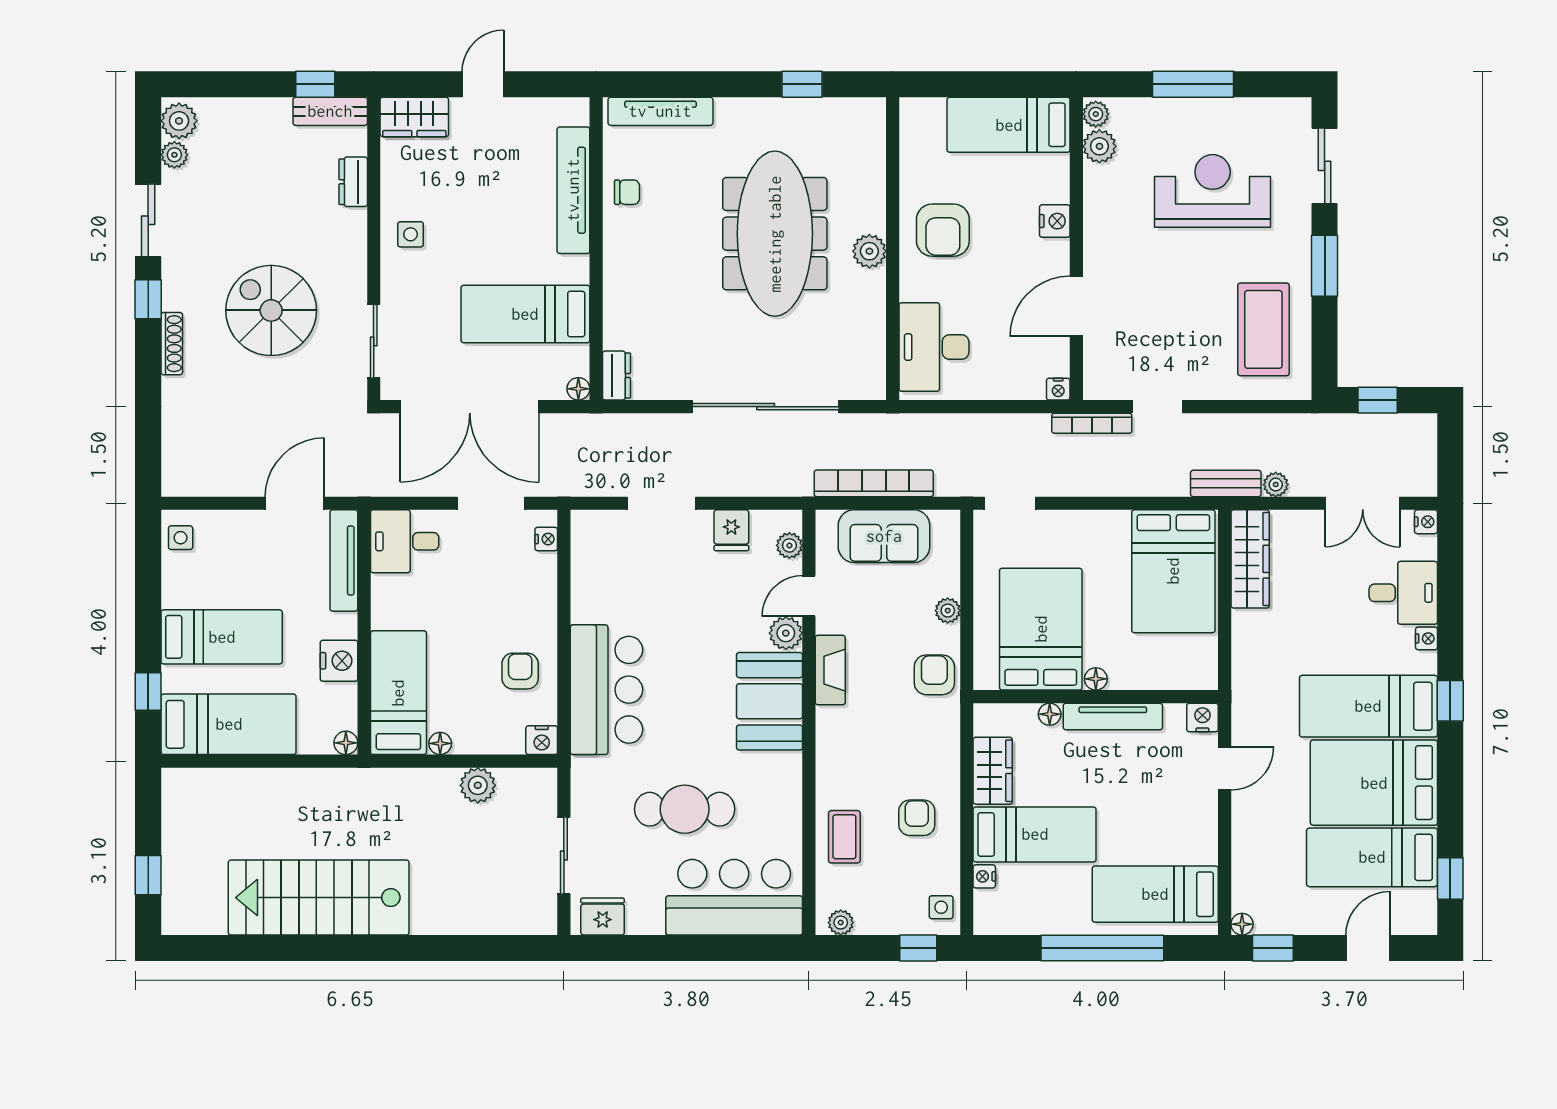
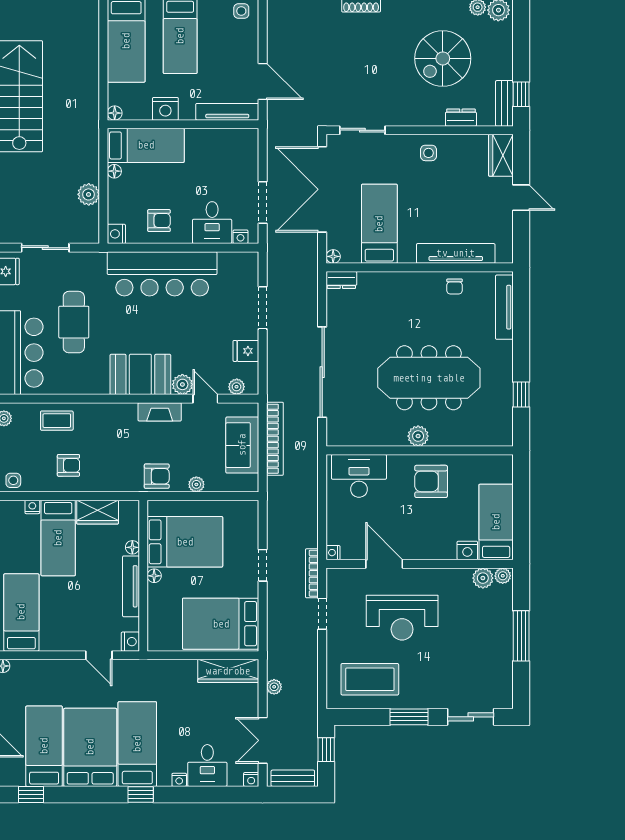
reception desk: (1213, 191) -> (402, 618), moved, turned 90
nightstand: (1055, 221) -> (467, 550), moved
spiral stairs: (271, 310) -> (443, 58), moved, turned 180
bench: (1226, 483) -> (293, 778), moved, turned 90
doorway: (1010, 503) -> (263, 565), moved
desk: (405, 541) -> (212, 223), moved, turned 180
bar counter: (606, 690) -> (162, 274), width x1.36

